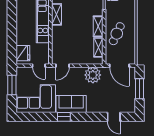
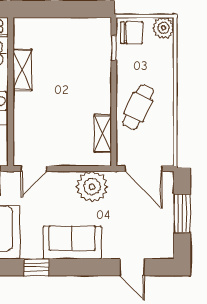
shelving: (98, 26) -> (102, 93), removed
sofa: (71, 104) -> (72, 243), moved

